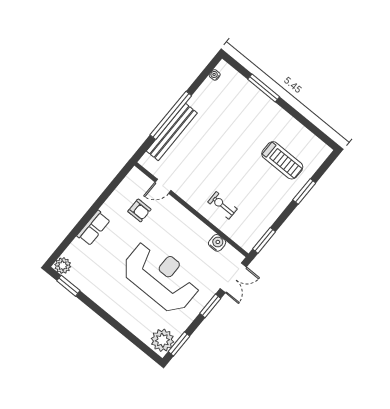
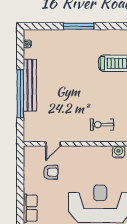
window: (264, 88) -> (79, 26), moved
bench: (172, 132) -> (30, 85), moved

